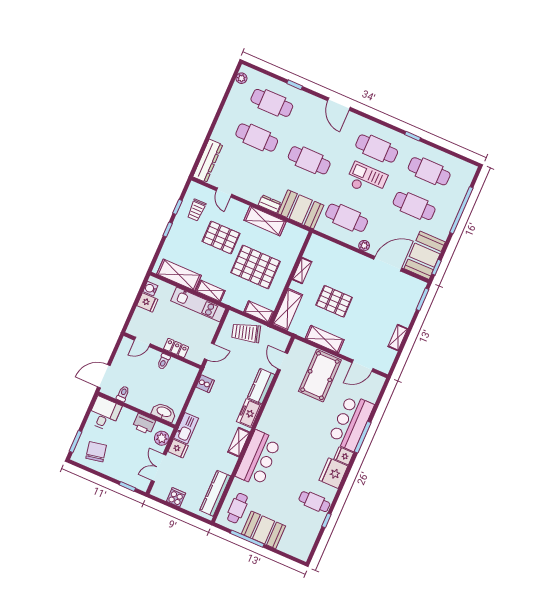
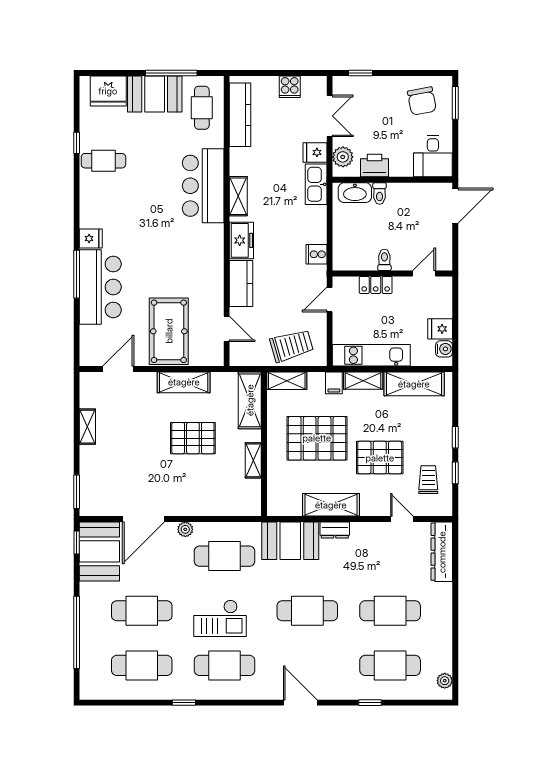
filing cabinet: (230, 297) -> (334, 383), added
toilet: (123, 394) -> (380, 193), moved
fridge: (333, 473) -> (108, 91), moved, turned 90

